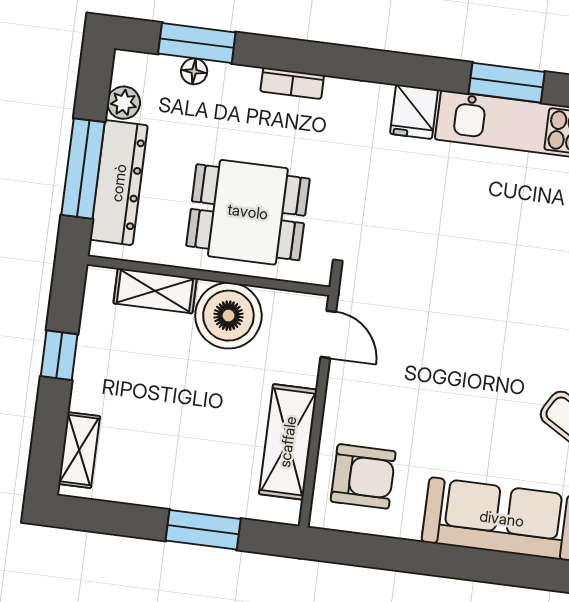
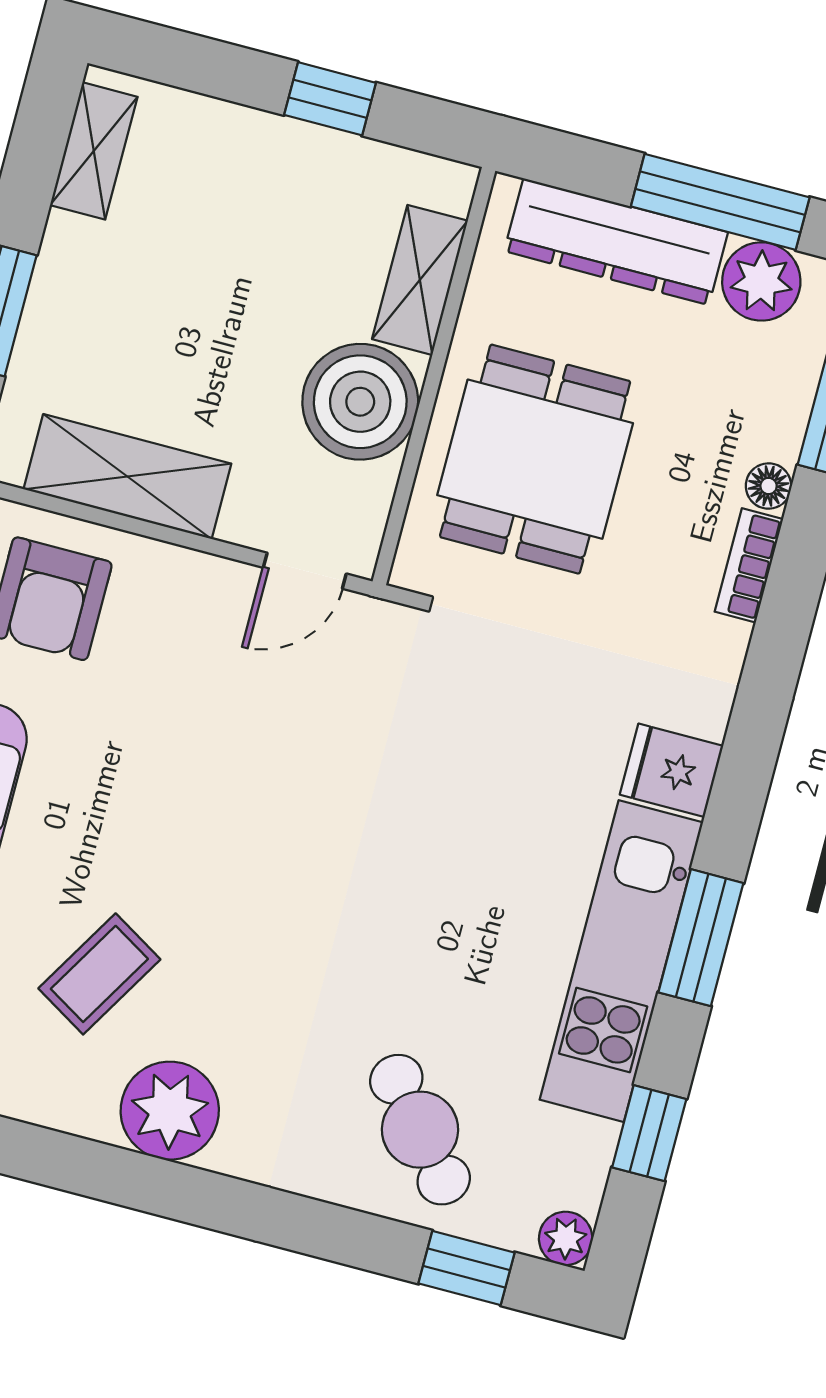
floor lamp: (194, 71) -> (769, 486), moved
plant: (124, 103) -> (761, 281), width x1.38, depth x1.38
window: (83, 169) -> (720, 202), moved
shelving: (79, 450) -> (94, 151), moved, turned 90

